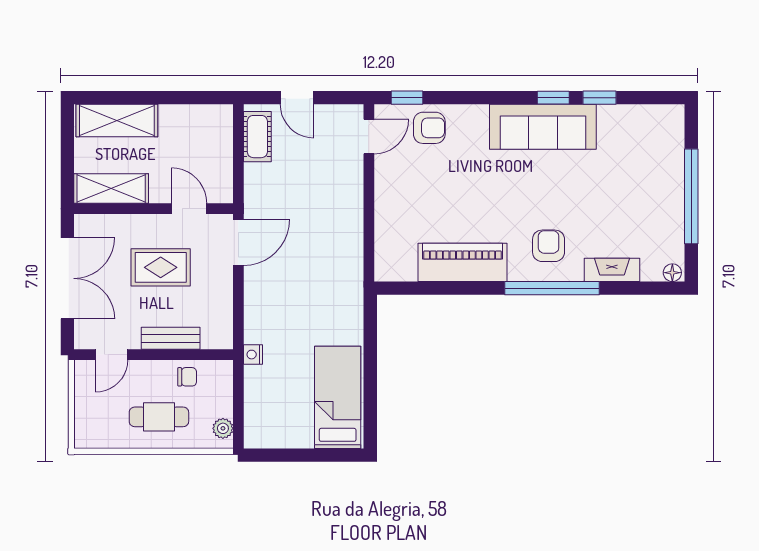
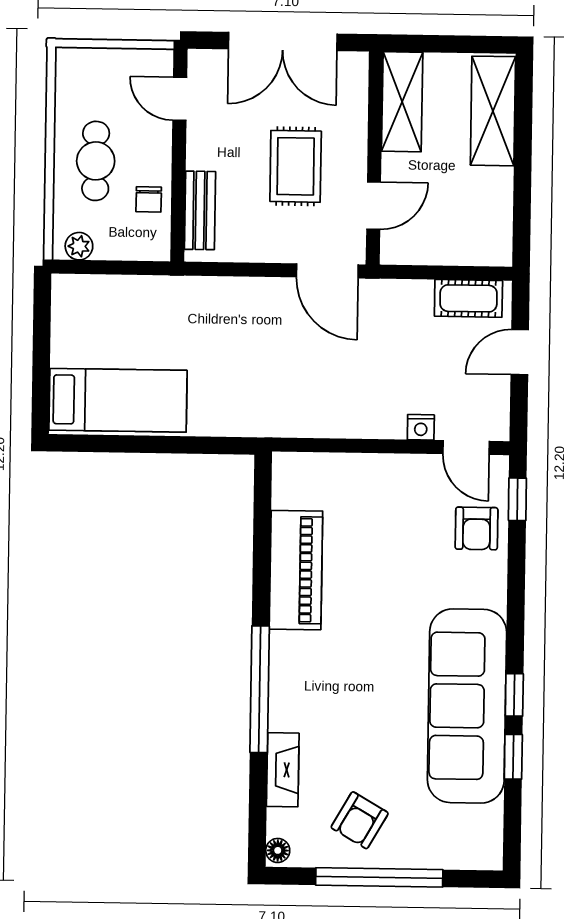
sofa: (543, 127) -> (467, 706), width x1.36, depth x1.27
armchair: (549, 246) -> (360, 820), moved, turned 120
bench: (171, 338) -> (200, 210), moved
nightstand: (253, 355) -> (421, 427), moved, turned 180

